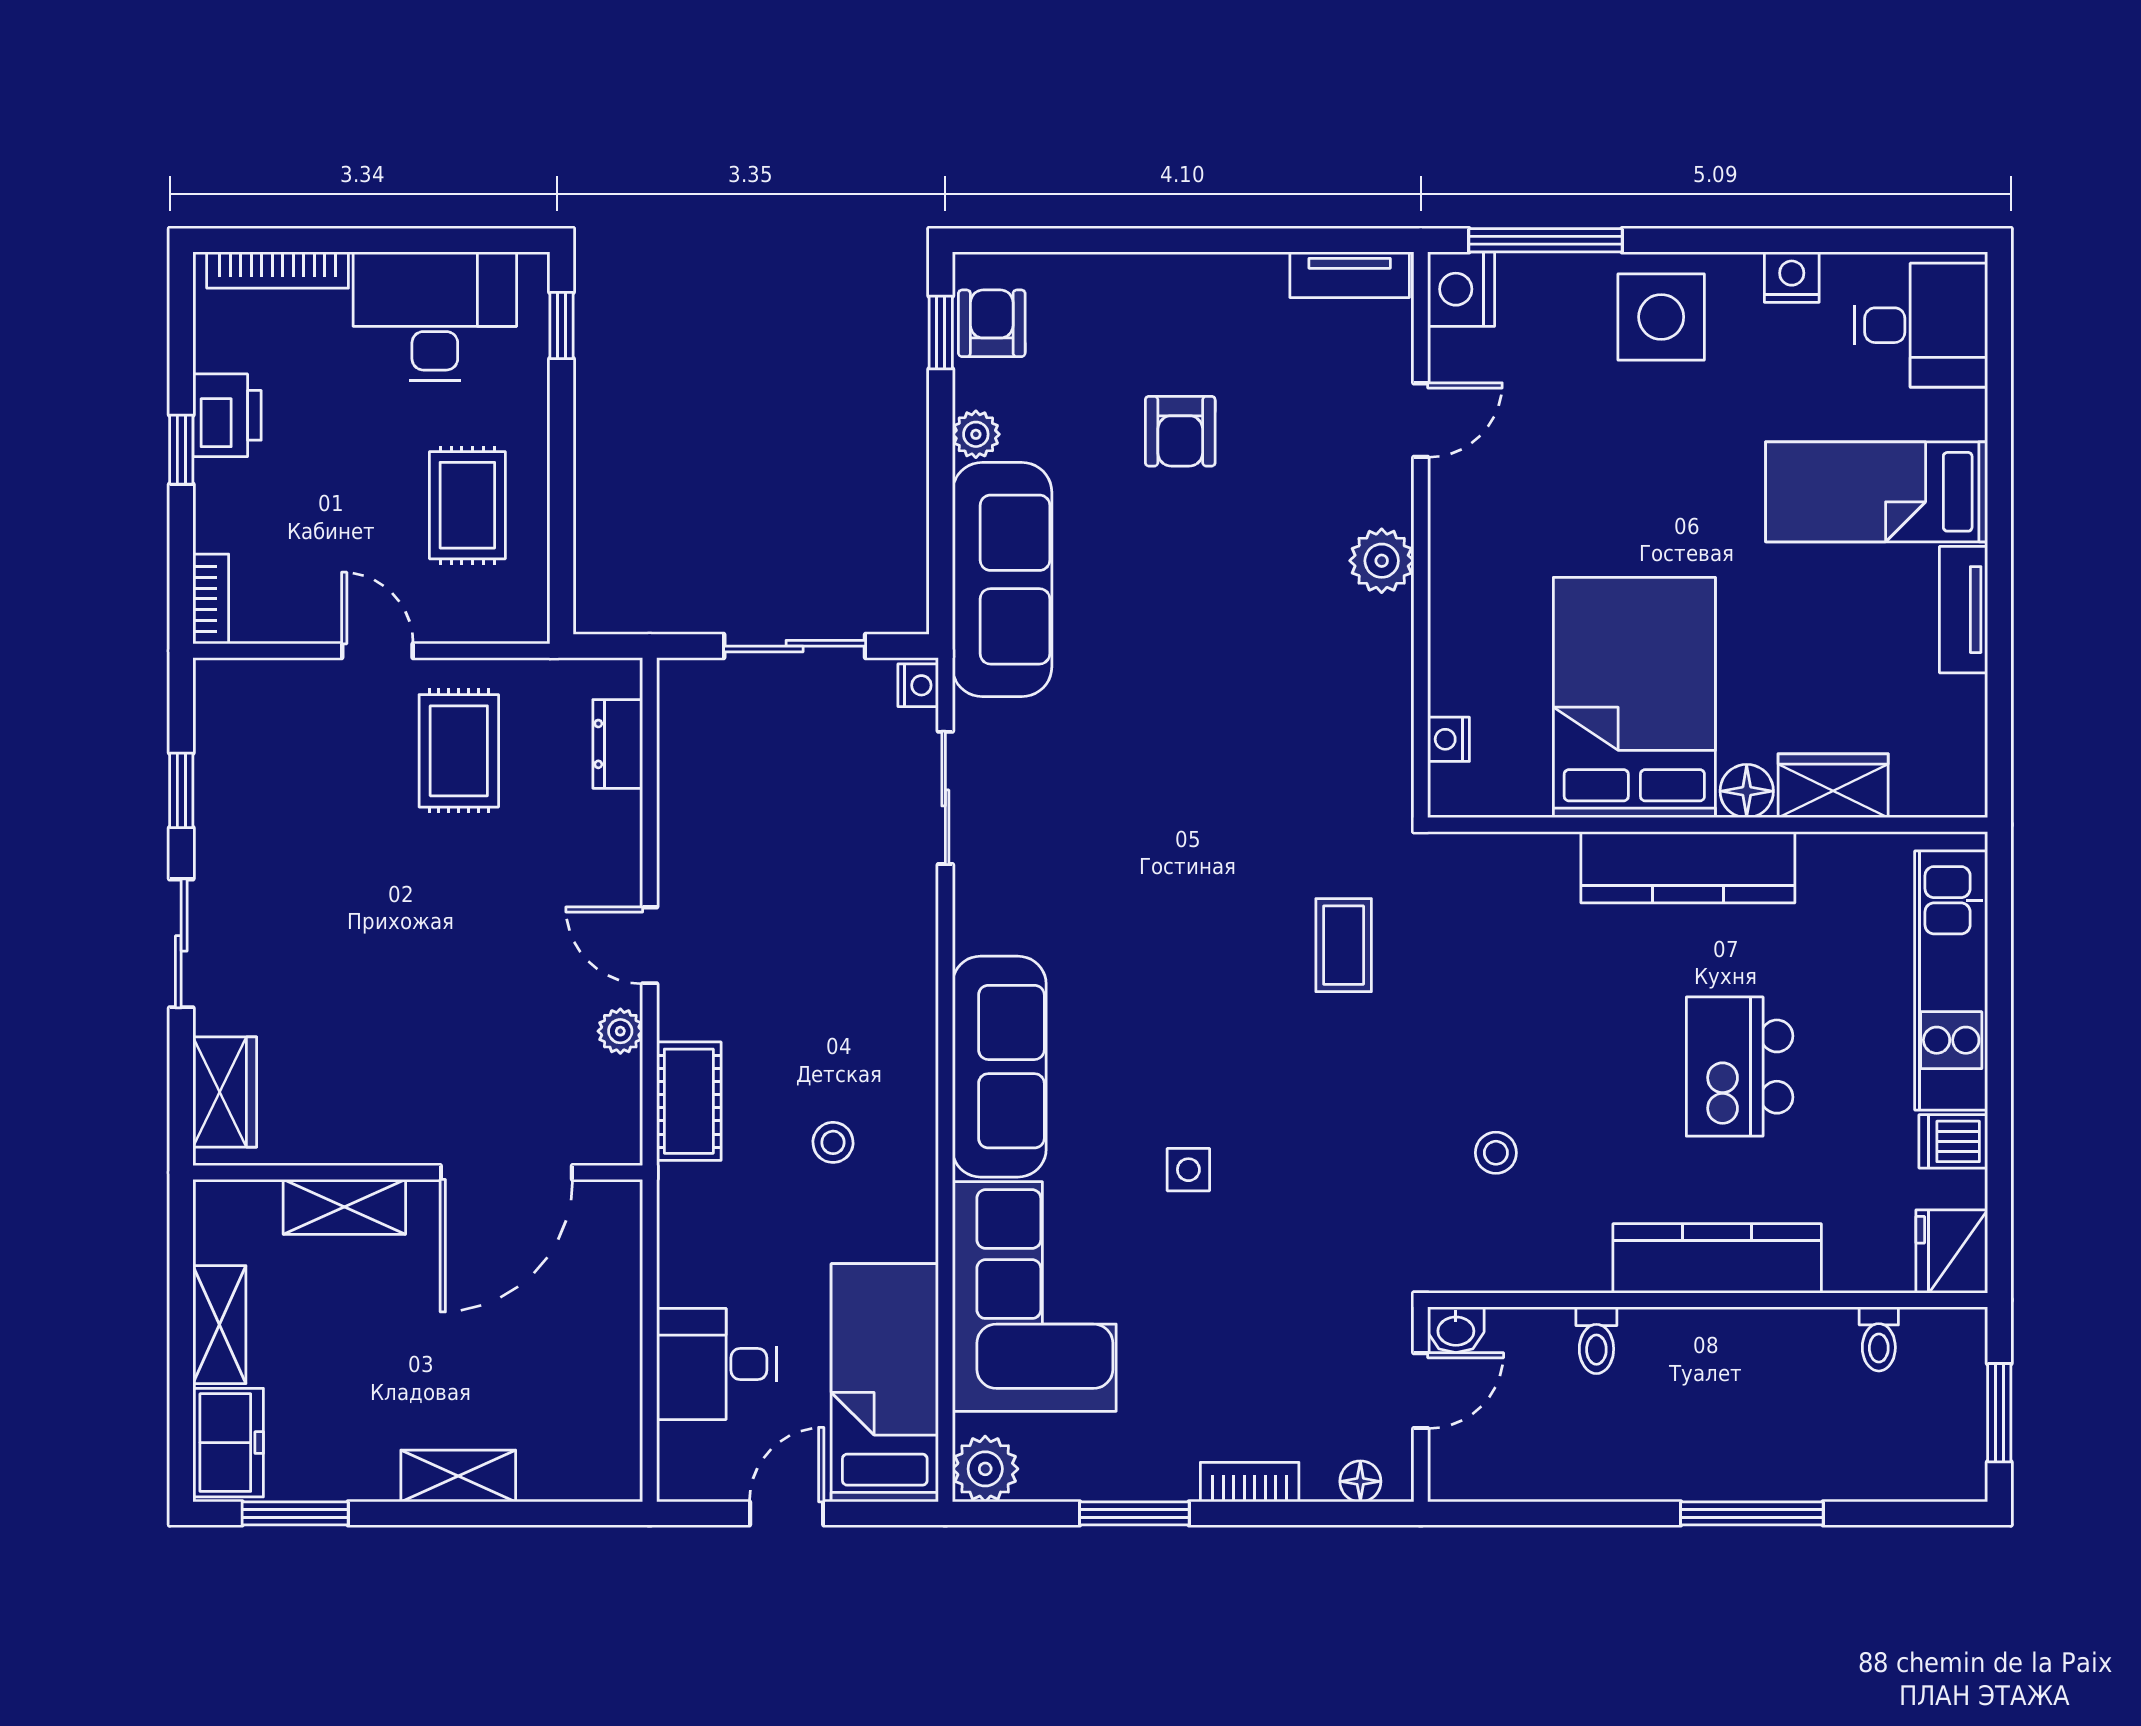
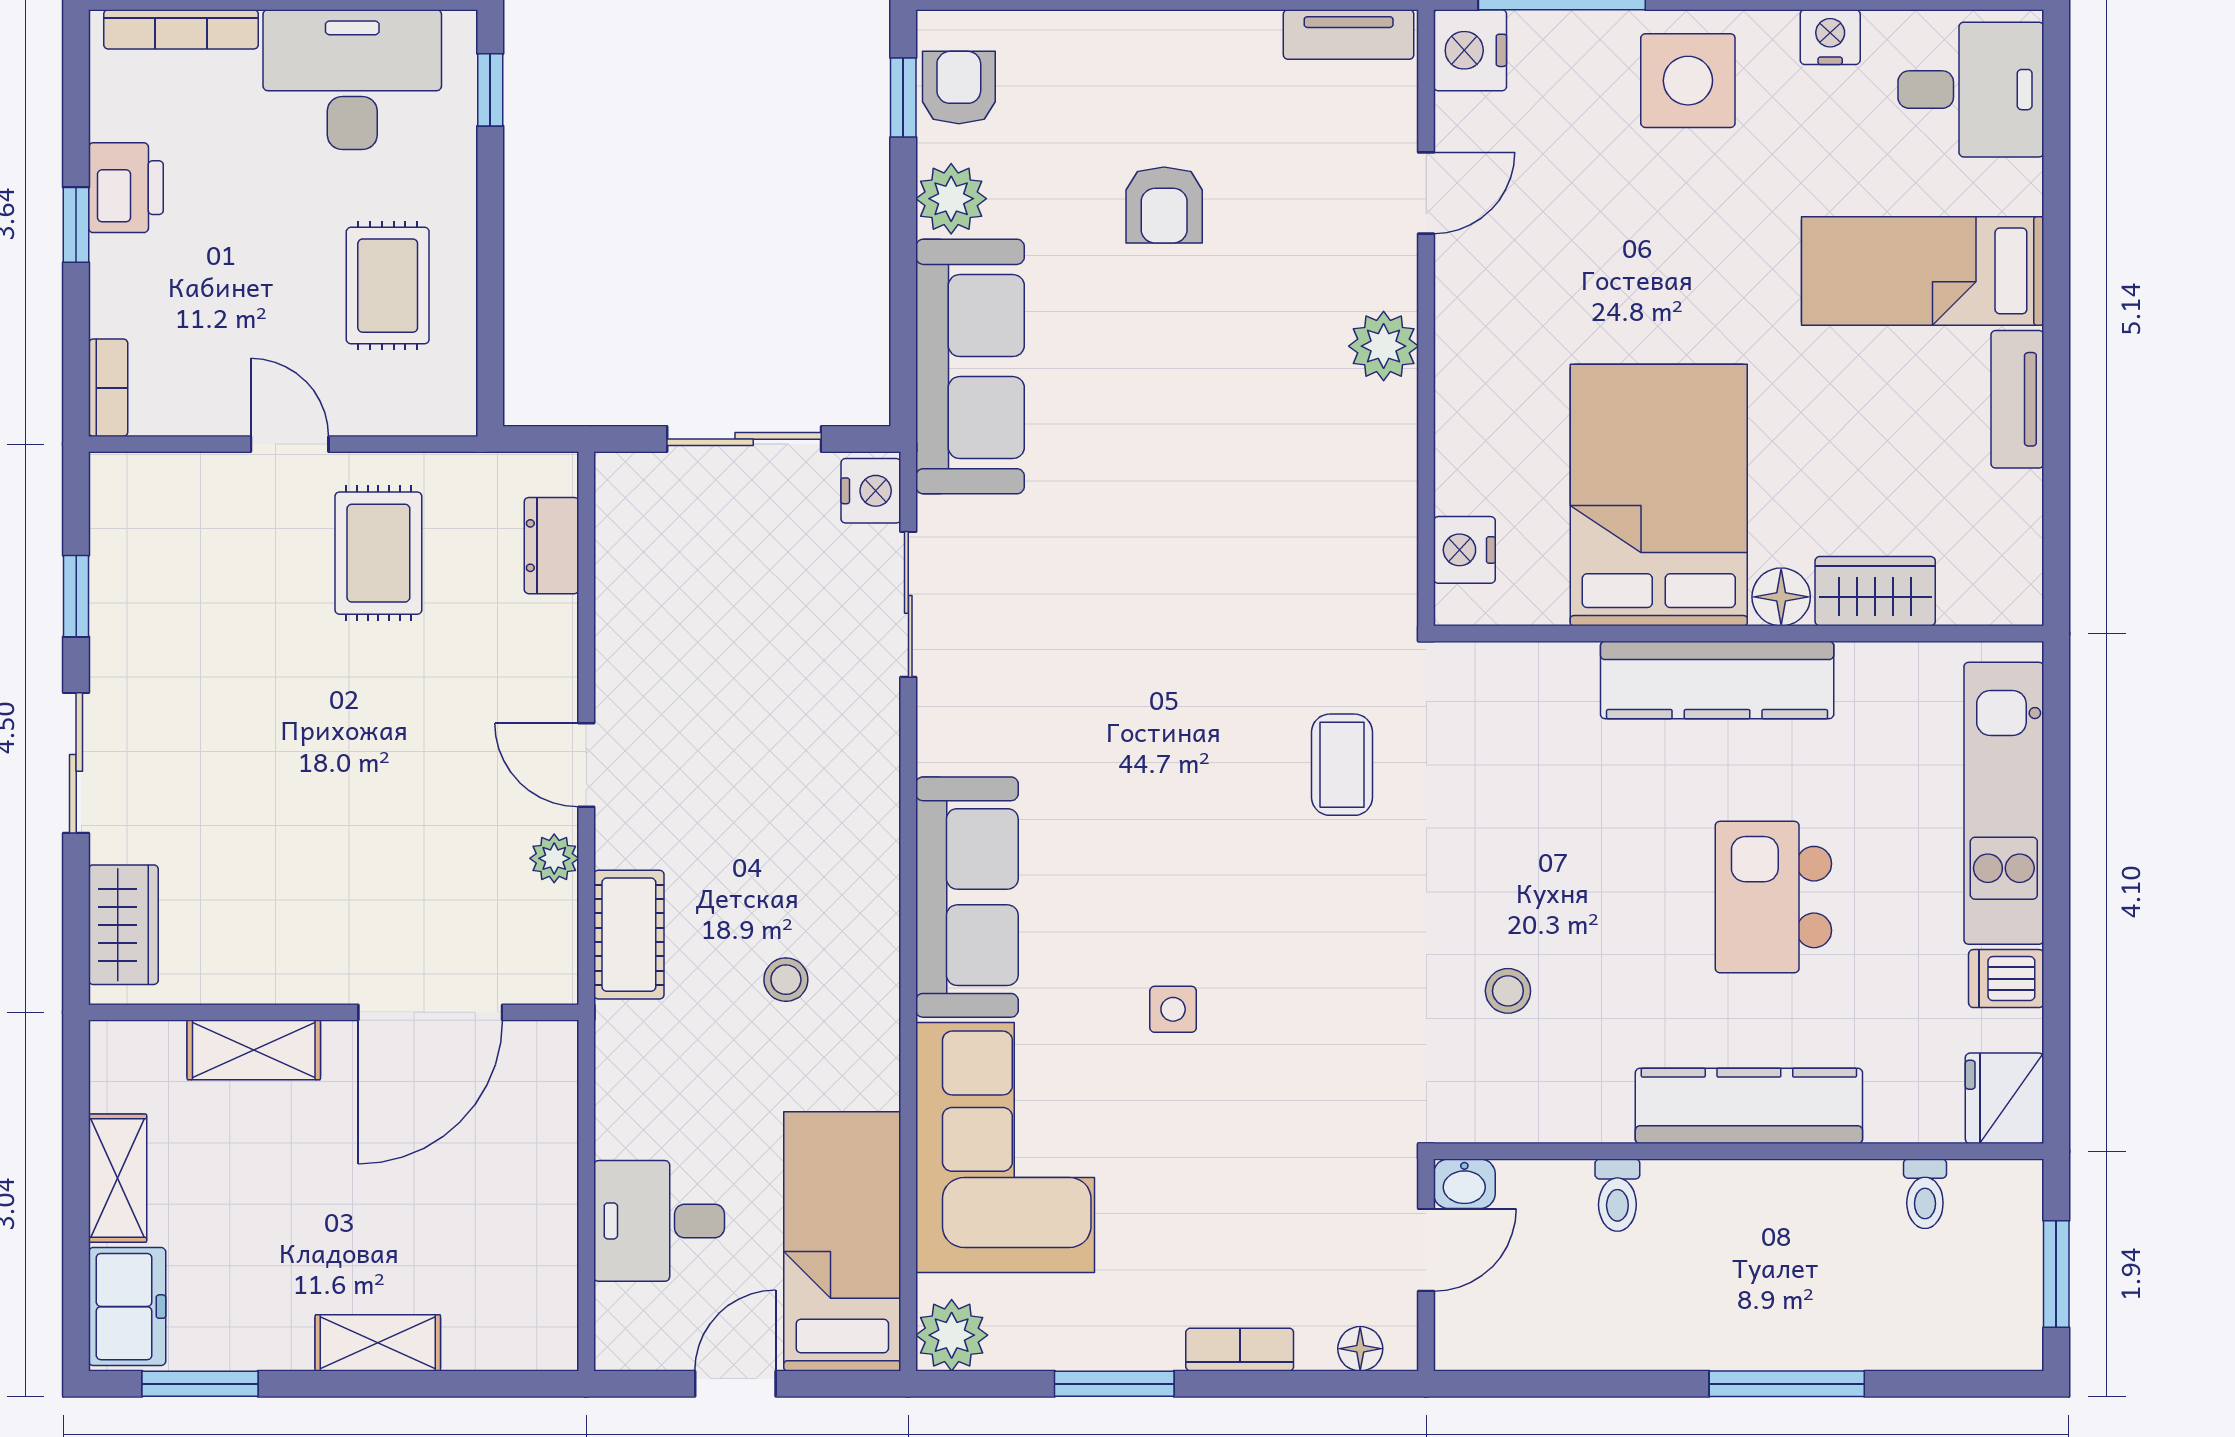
plant: (976, 434) -> (951, 199), width x1.38, depth x1.38
nightstand: (918, 685) -> (871, 491), width x1.39, depth x1.35
nightstand: (1449, 739) -> (1464, 550), width x1.39, depth x1.35

